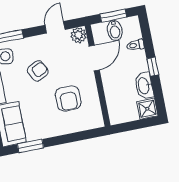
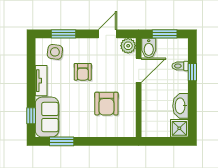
bidet: (115, 30) -> (149, 48), moved
window: (153, 67) -> (192, 72), moved
armchair: (38, 71) -> (83, 72), turned 116

